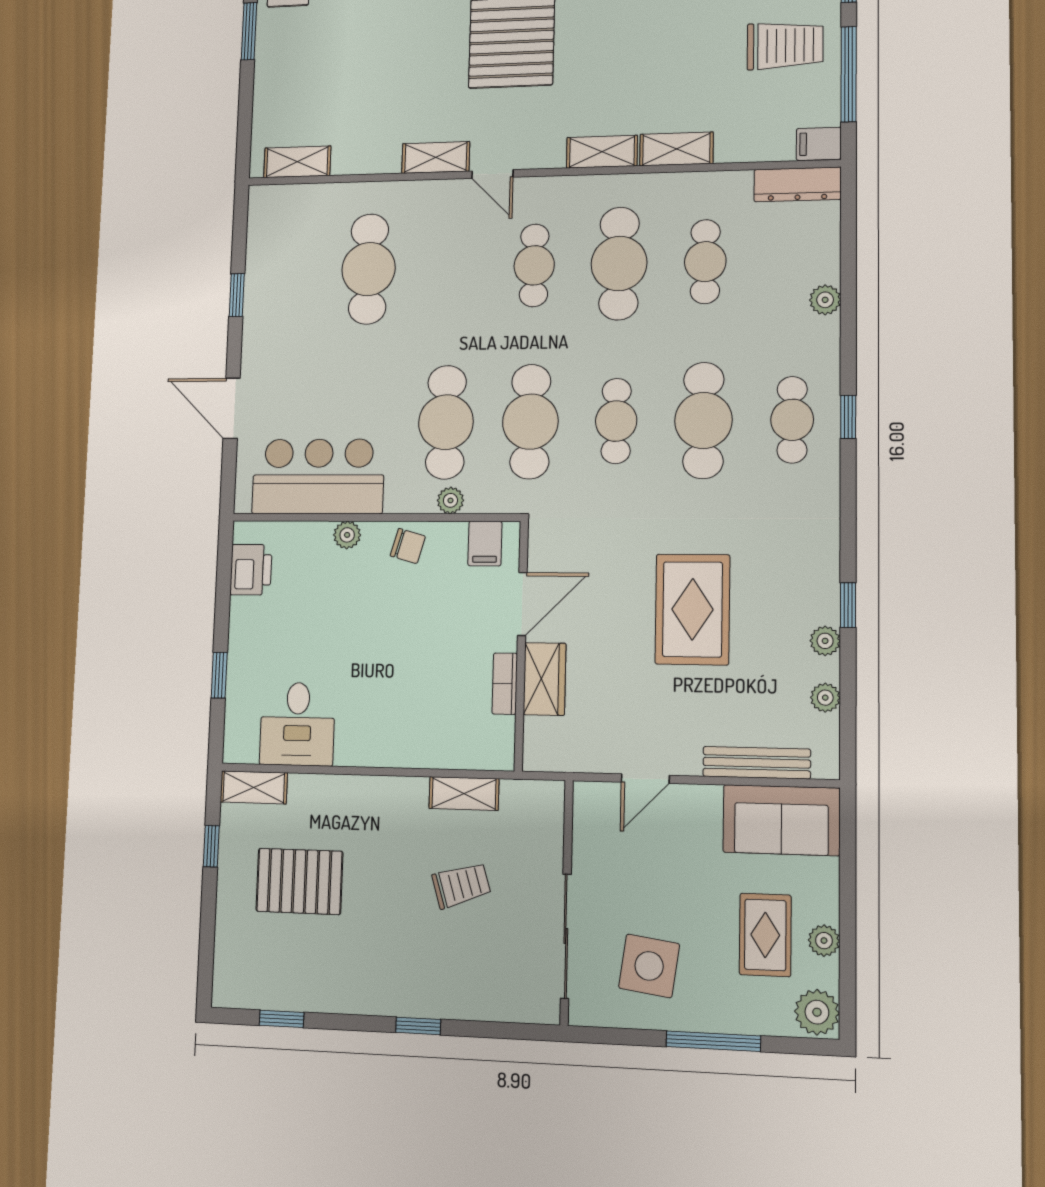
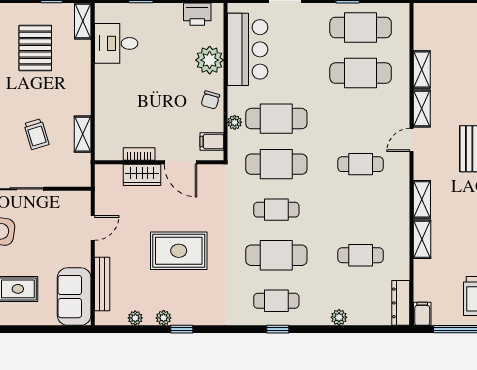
shelving: (297, 162) -> (422, 69), moved
cafe table: (619, 264) -> (361, 27), moved
plant: (347, 535) -> (210, 60), width x1.87, depth x1.87
door: (645, 779) -> (93, 228), swing flipped
plant: (824, 941) -> (16, 318), removed

